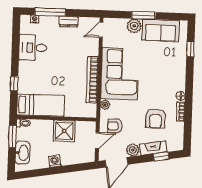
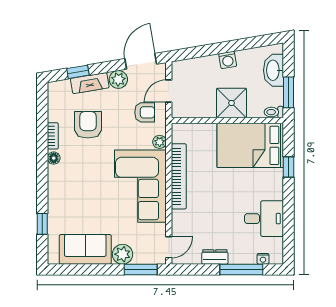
window: (143, 15) -> (141, 269), moved
bed: (41, 105) -> (250, 145), width x1.50
shower: (64, 131) -> (232, 103), moved

